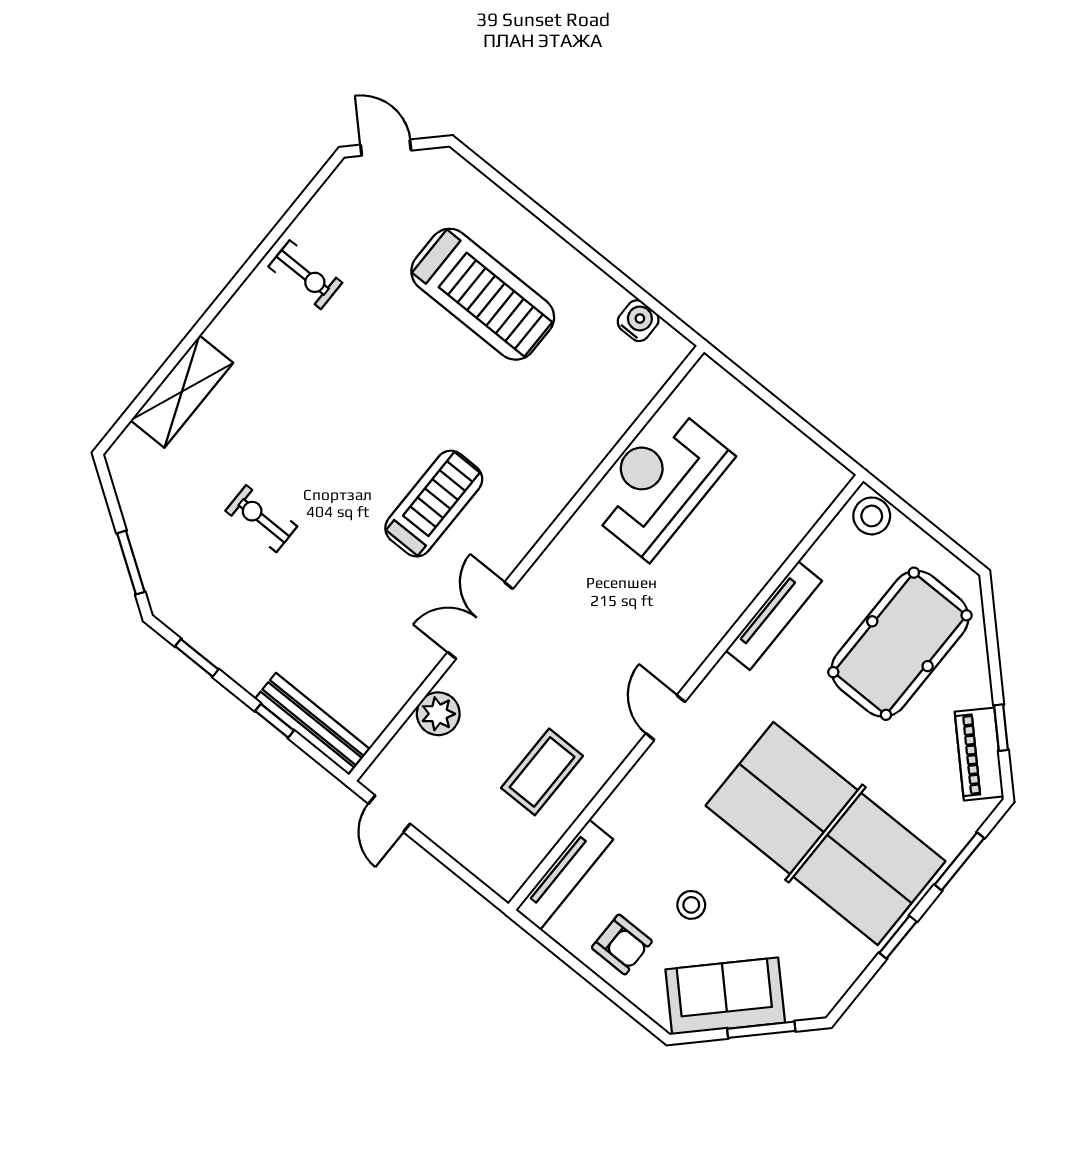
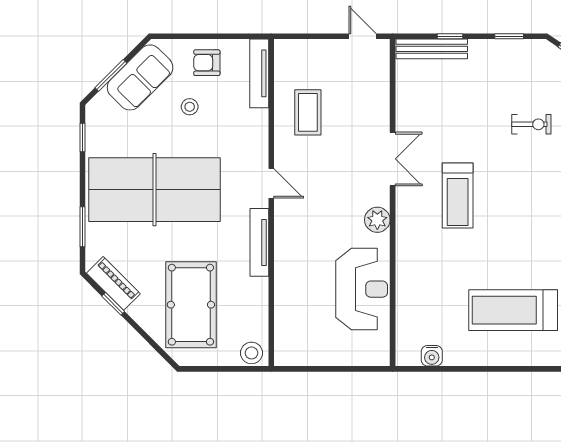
tv unit: (774, 616) -> (259, 242), moved
plant: (438, 714) -> (377, 220), moved
window: (898, 937) -> (82, 137), moved

